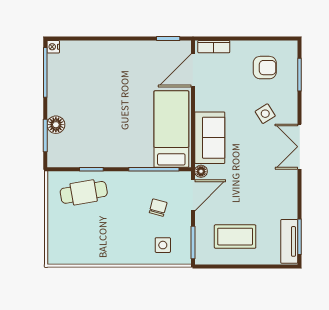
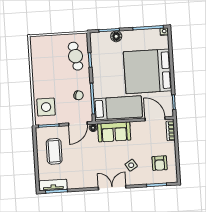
bed: (115, 77) -> (148, 71), added
door: (193, 195) -> (78, 124), hinge flipped
chair: (158, 208) -> (79, 95), moved
side table: (163, 245) -> (46, 107), width x1.87, depth x1.87

